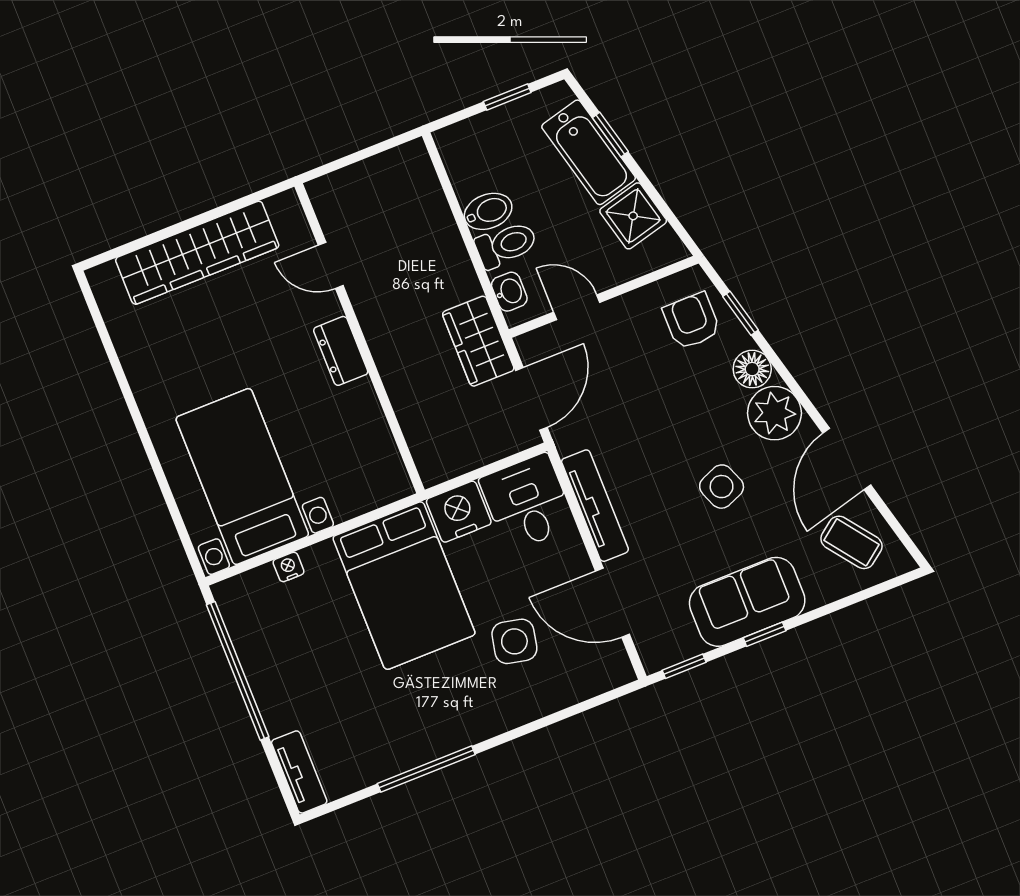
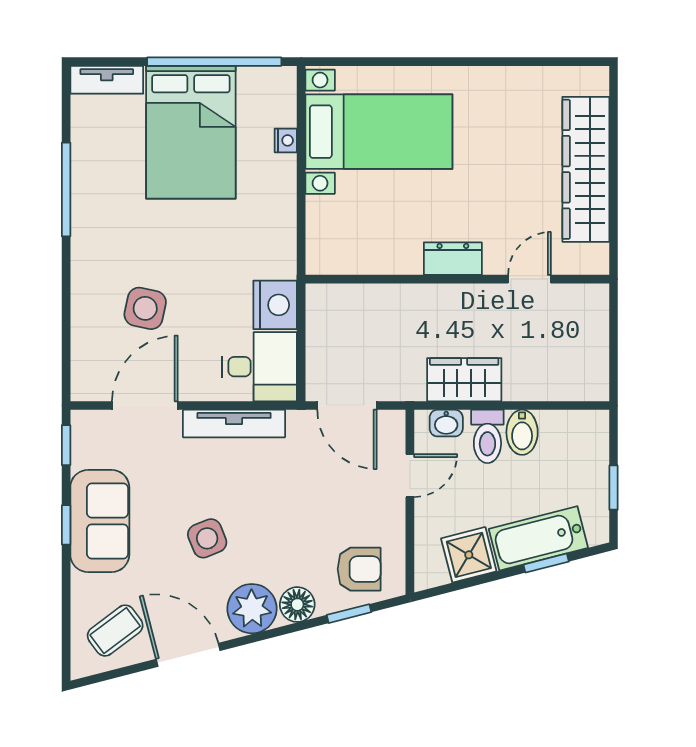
wardrobe: (478, 341) -> (464, 380), moved
bed: (404, 586) -> (191, 132), moved, turned -90

